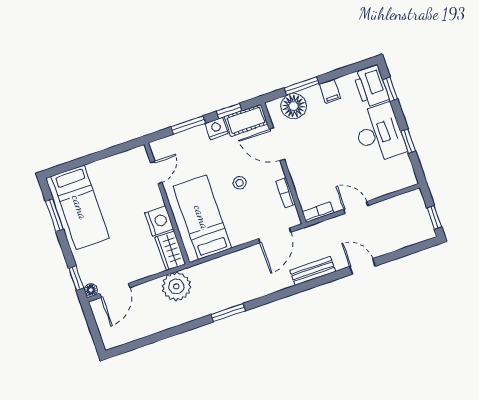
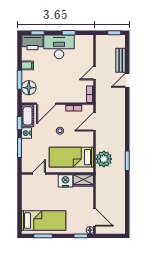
door: (156, 173) -> (39, 173), hinge flipped
door: (275, 235) -> (95, 122), swing flipped
bench: (313, 271) -> (121, 60), moved
plant: (176, 286) -> (104, 159), moved

